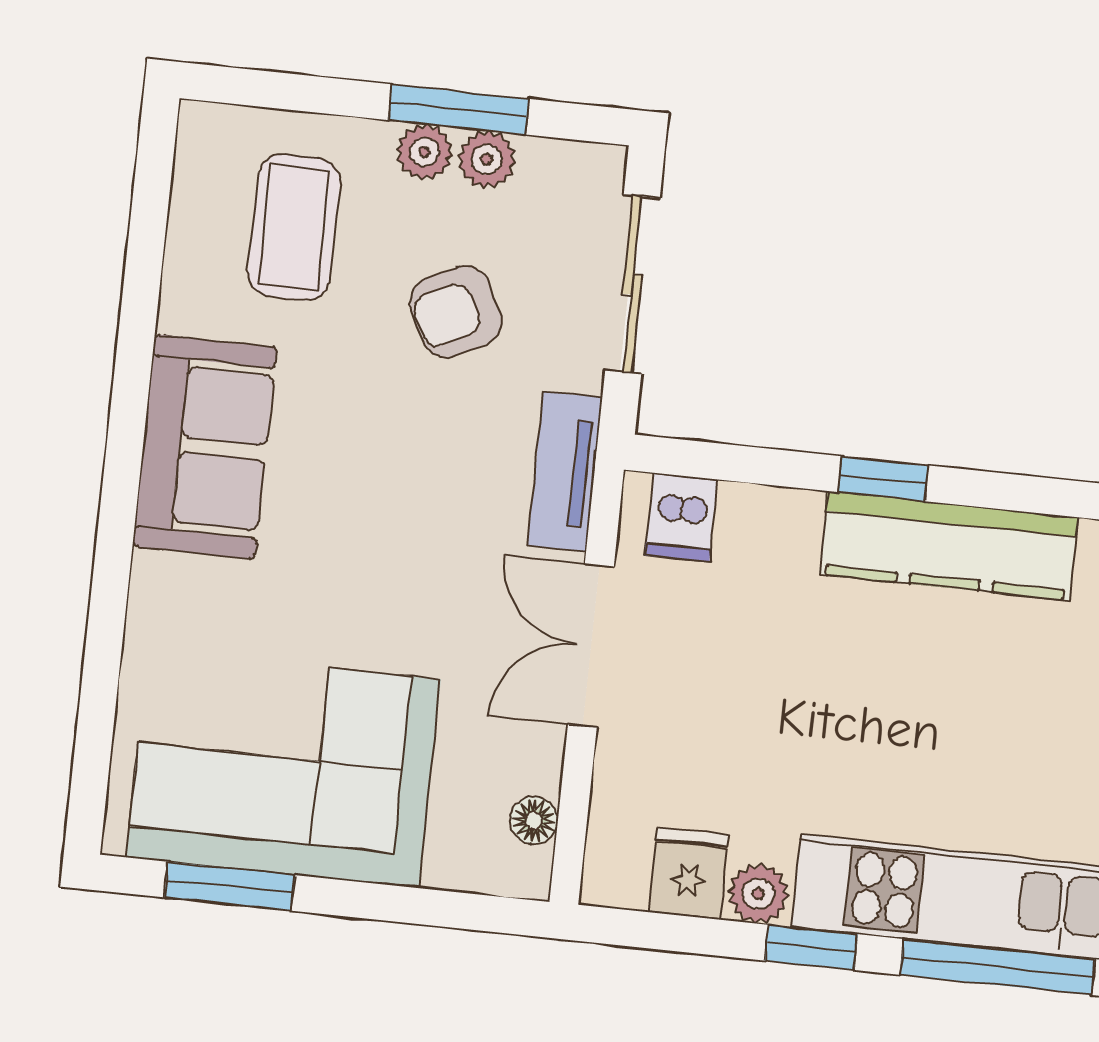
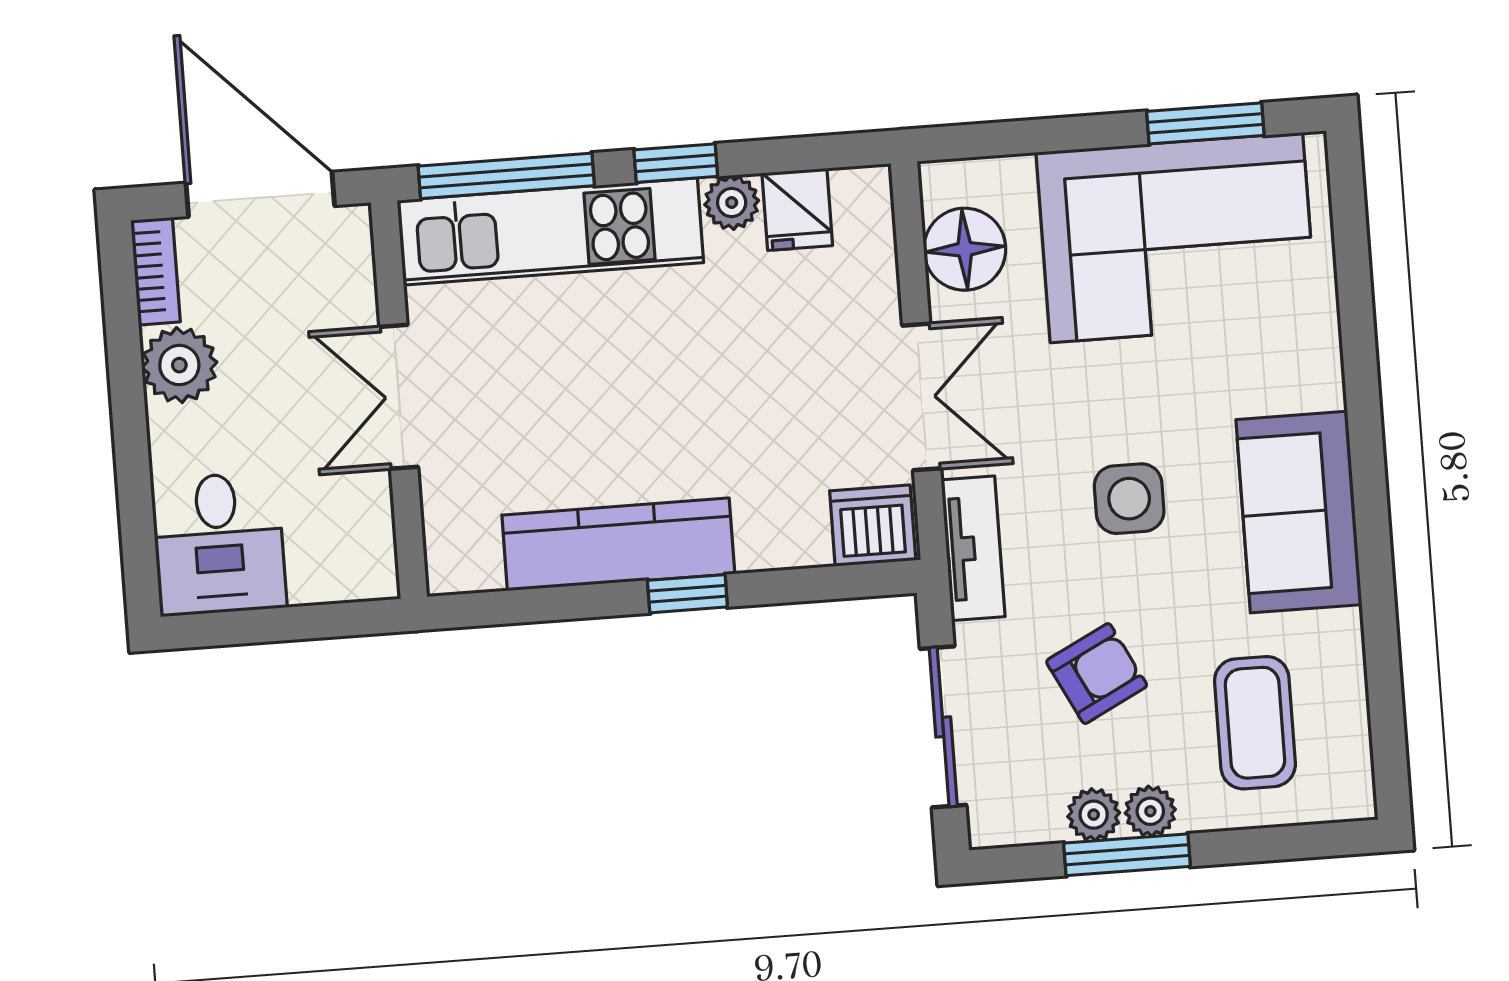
side table: (386, 495) -> (1129, 499), added
dishwasher: (681, 517) -> (873, 525), width x1.38
floor lamp: (534, 821) -> (965, 249), width x1.89, depth x1.89

